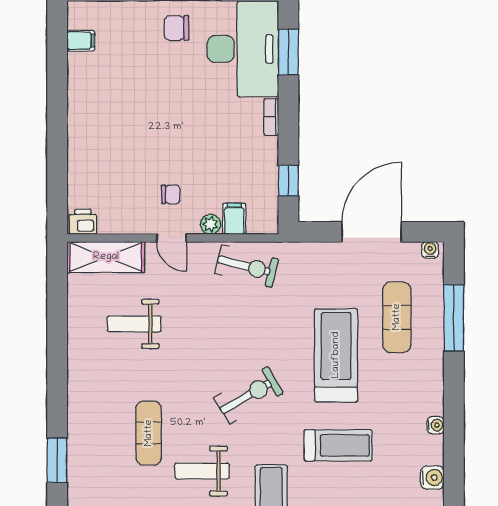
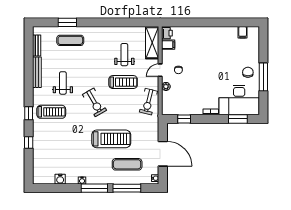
filing cabinet: (234, 219) -> (168, 45), moved
window: (454, 396) -> (94, 188), added
exercise mat: (149, 433) -> (70, 40), moved
treadmill: (338, 445) -> (123, 82), moved, turned -90

